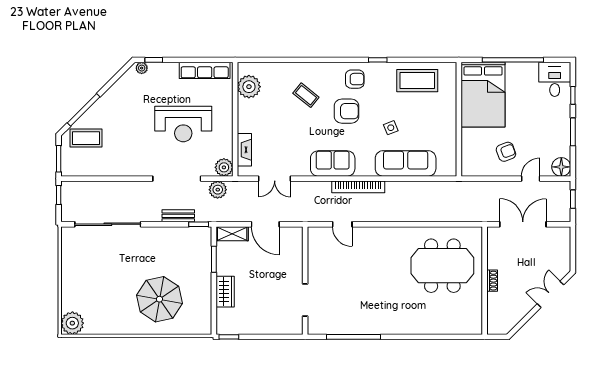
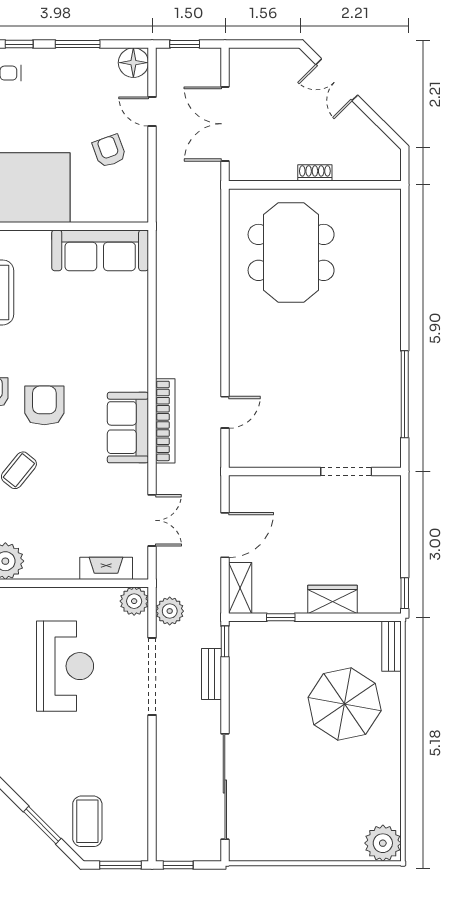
window: (84, 110) -> (42, 825), width x0.69
side table: (391, 128) -> (71, 335), removed
sofa: (406, 163) -> (100, 250), moved, turned -90
bookcase: (358, 187) -> (165, 421), moved
window: (214, 259) -> (281, 617), width x0.67
bench: (196, 329) -> (391, 646), added

